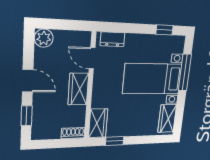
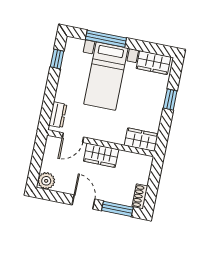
door: (28, 81) -> (83, 202), hinge flipped
window: (27, 116) -> (117, 209), width x1.50
shoe rack: (73, 133) -> (140, 196), moved
window: (115, 141) -> (170, 99), moved

